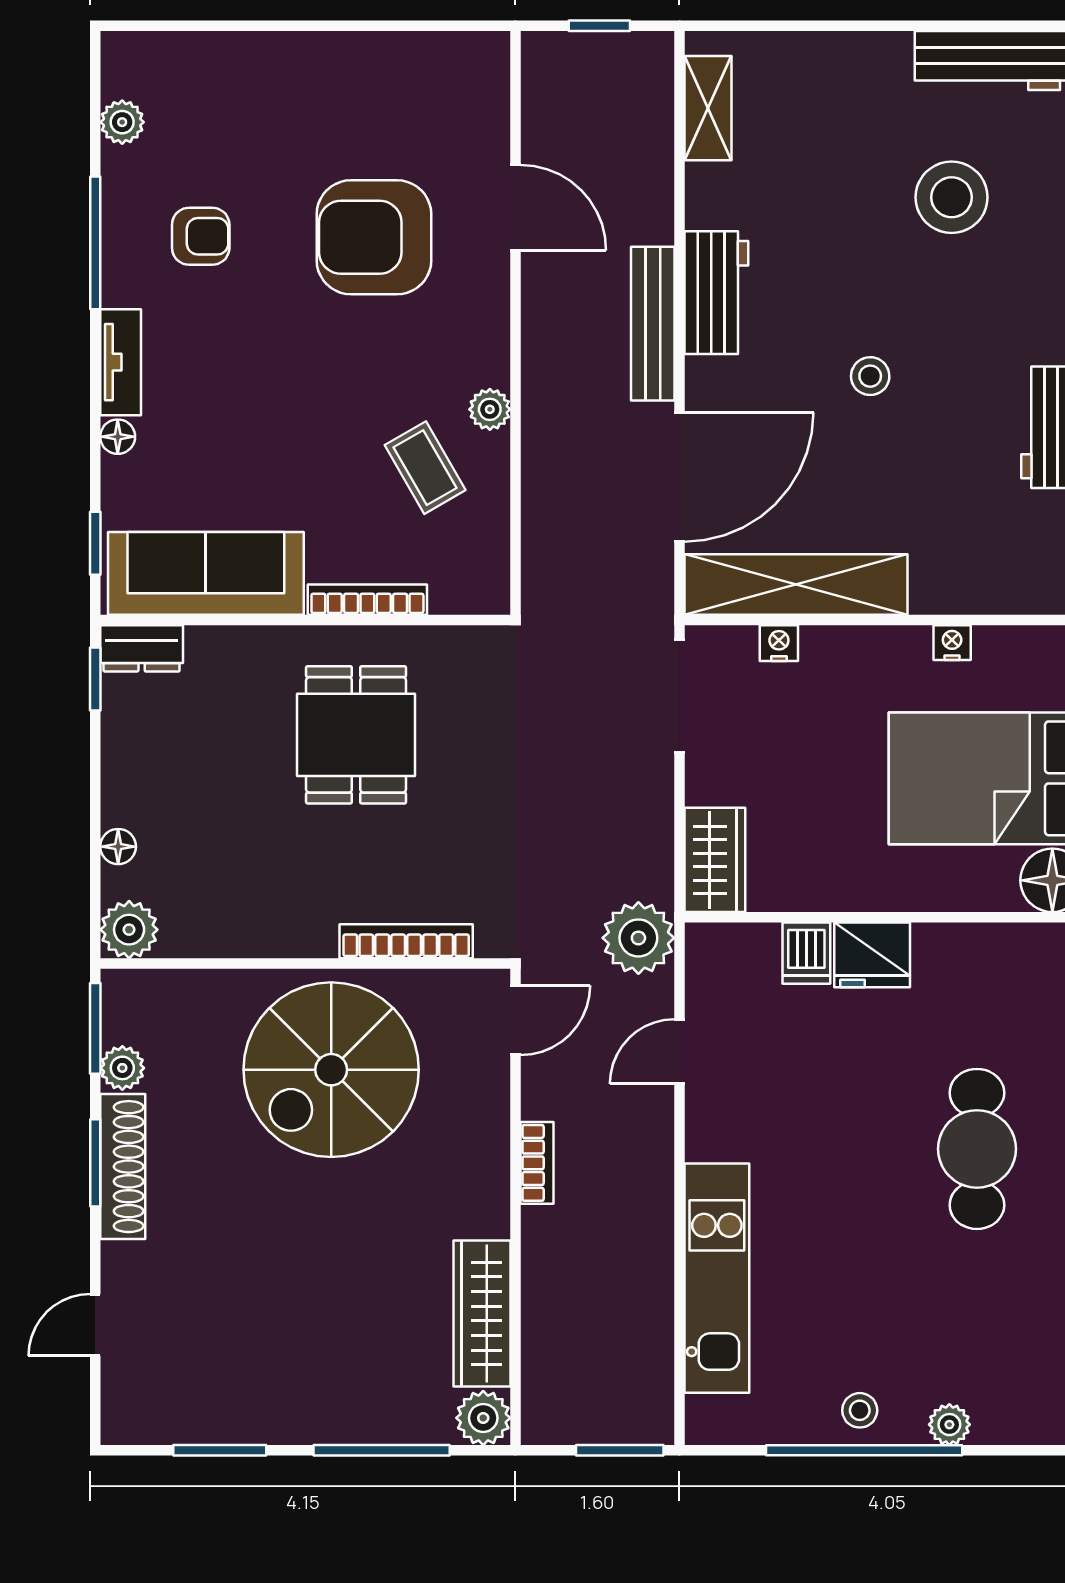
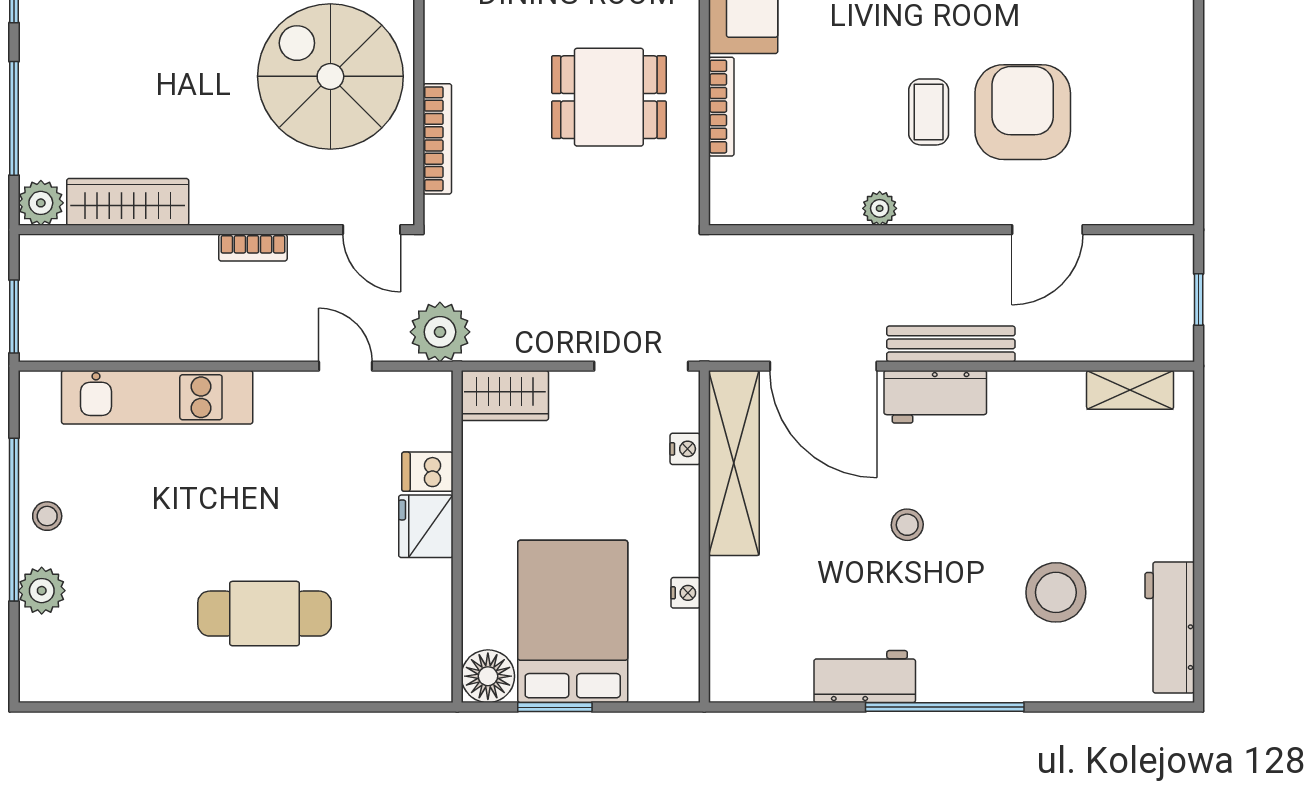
workbench: (716, 293) -> (935, 397), moved
coffee table: (425, 468) -> (929, 112), moved, turned -60
plant: (949, 1425) -> (42, 591), width x1.38, depth x1.38

